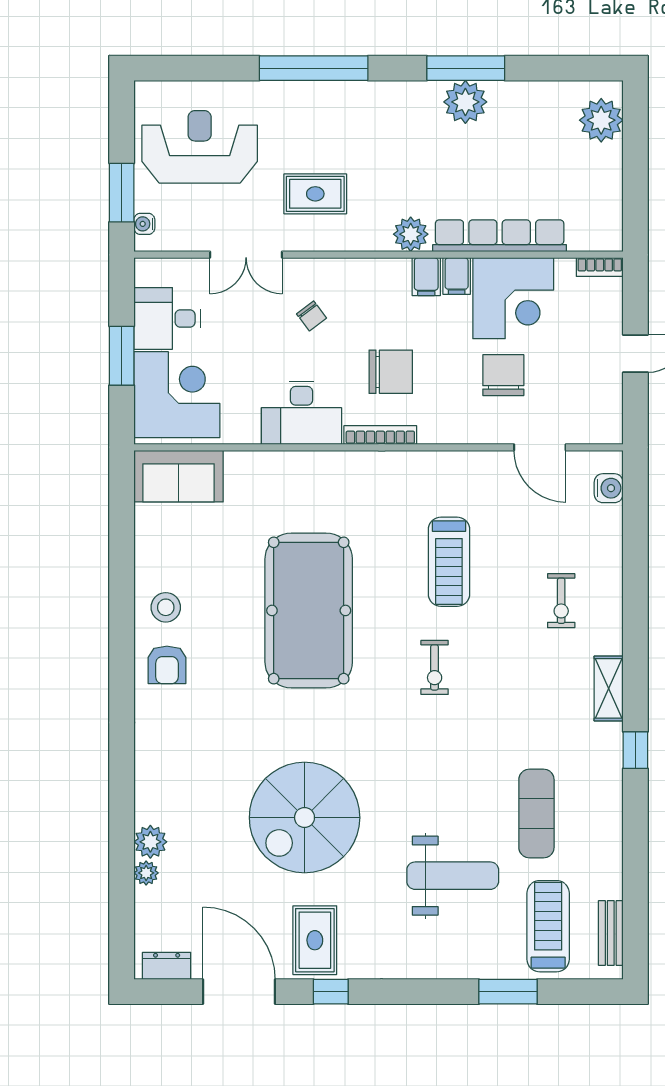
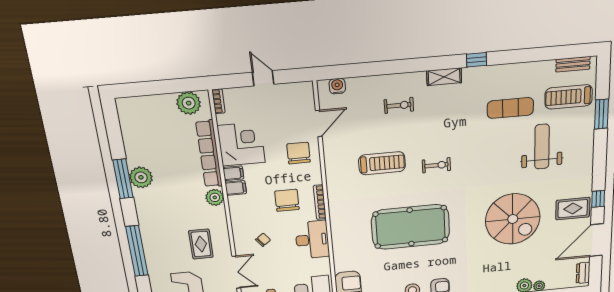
plant: (601, 120) -> (189, 103), moved
chair: (503, 375) -> (298, 153), moved, turned 90

